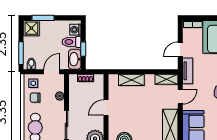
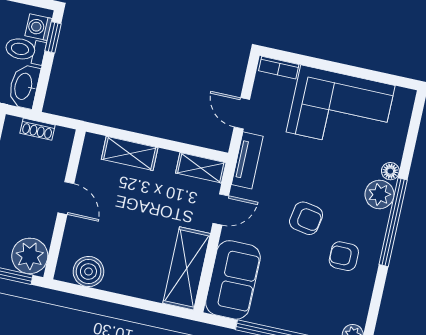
window: (83, 49) -> (53, 37), moved
door: (180, 49) -> (242, 113), hinge flipped
door: (106, 107) -> (66, 198), swing flipped

